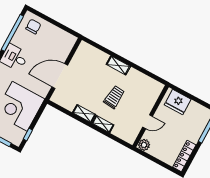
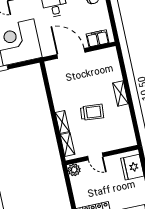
filing cabinet: (65, 48) -> (98, 38), added
shelving: (84, 114) -> (67, 144), moved

